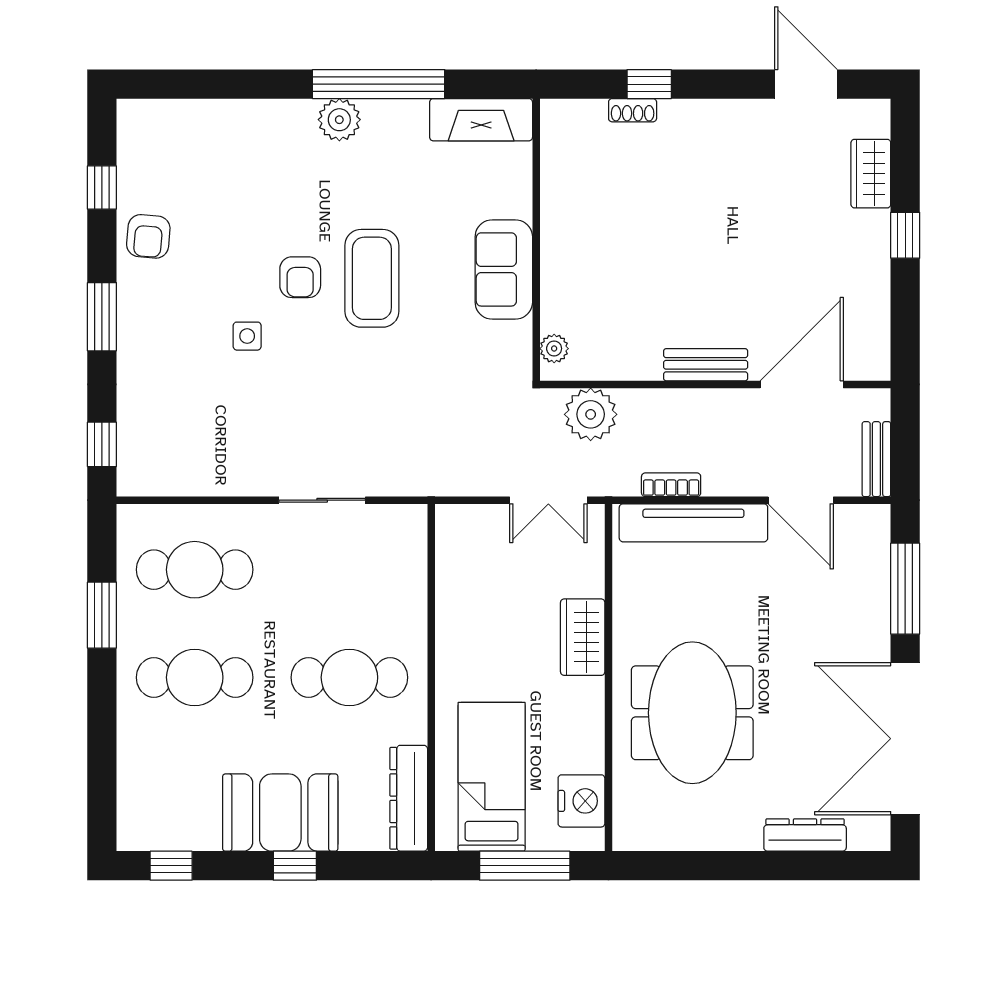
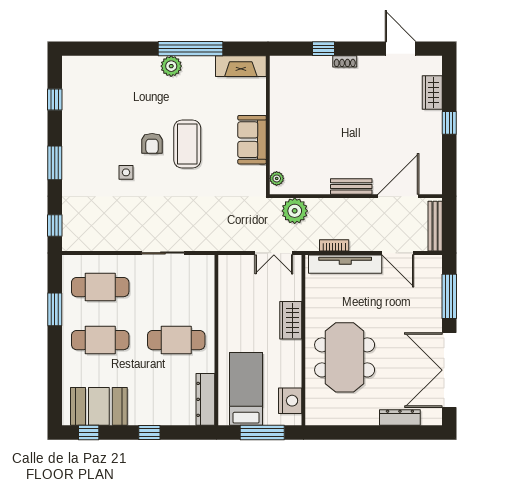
shoe rack: (633, 110) -> (345, 61), moved
armchair: (148, 236) -> (77, 123), removed
bench: (876, 459) -> (435, 226), width x1.36
booth: (280, 813) -> (99, 406), moved

